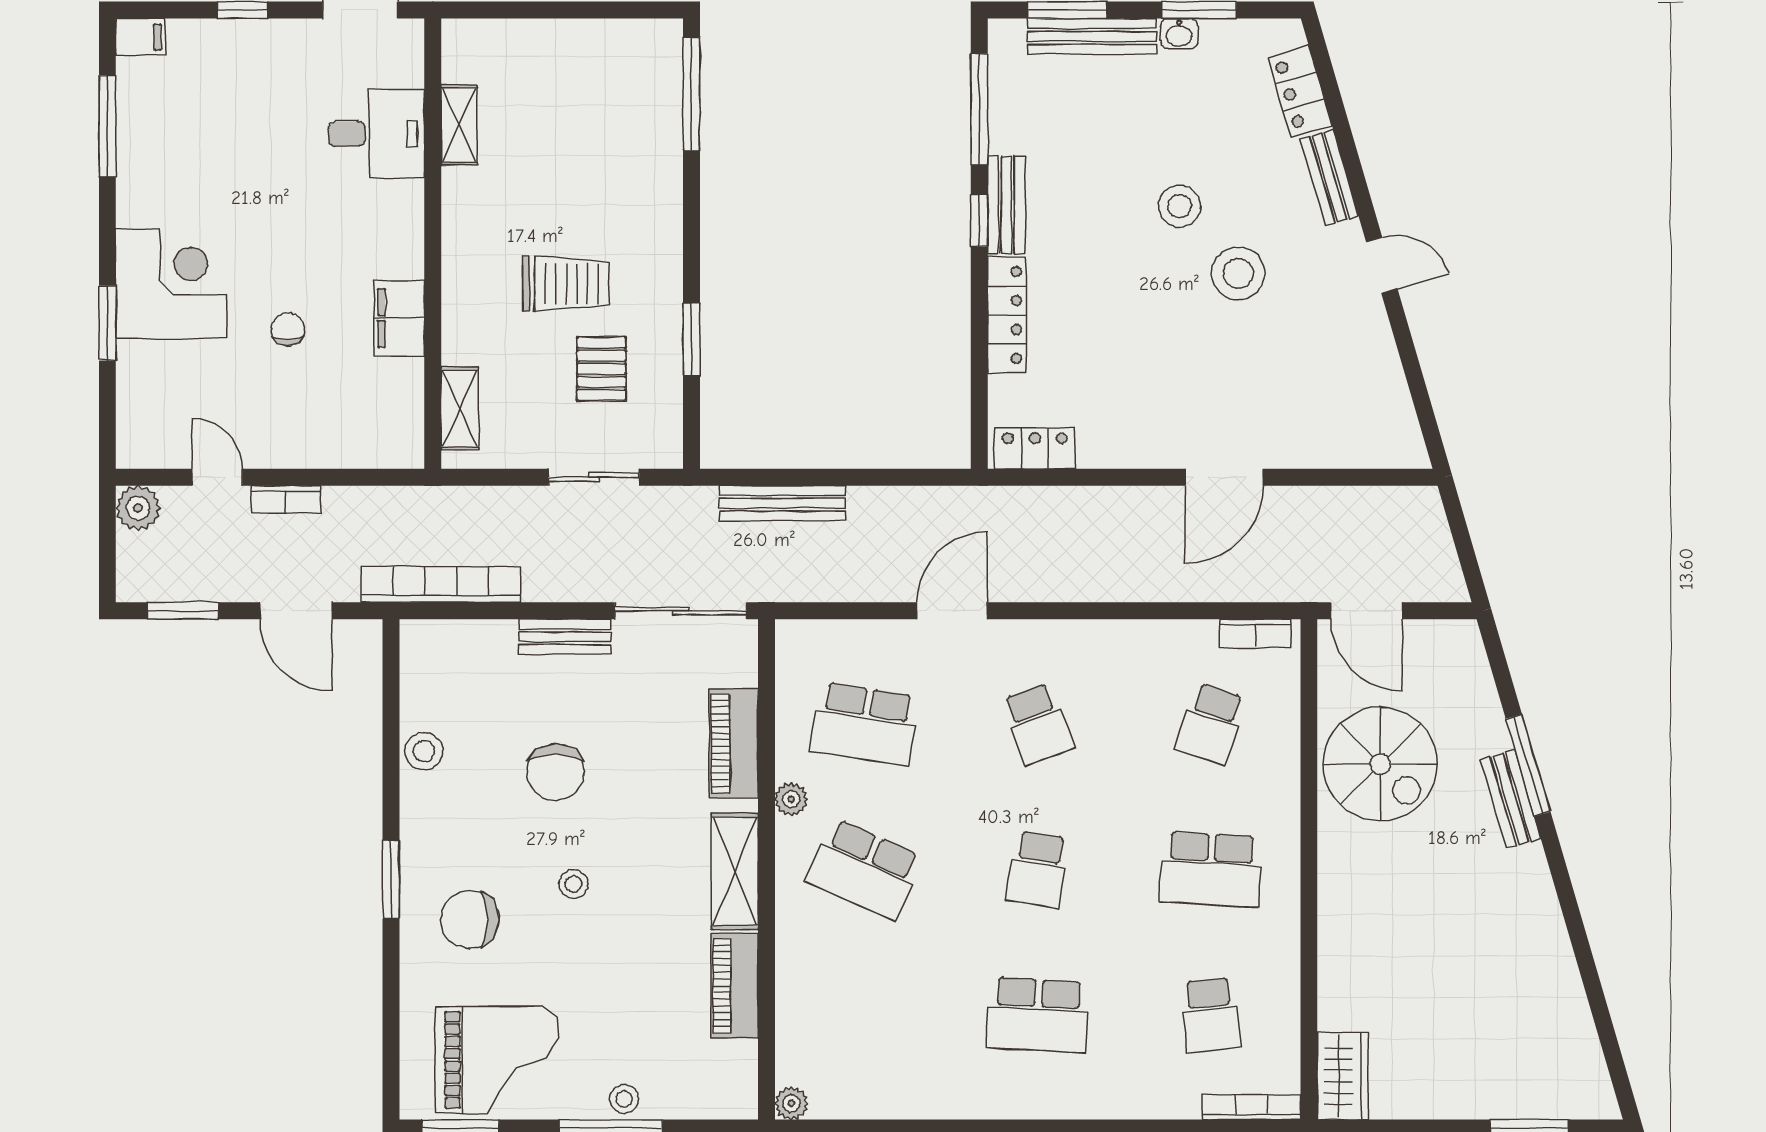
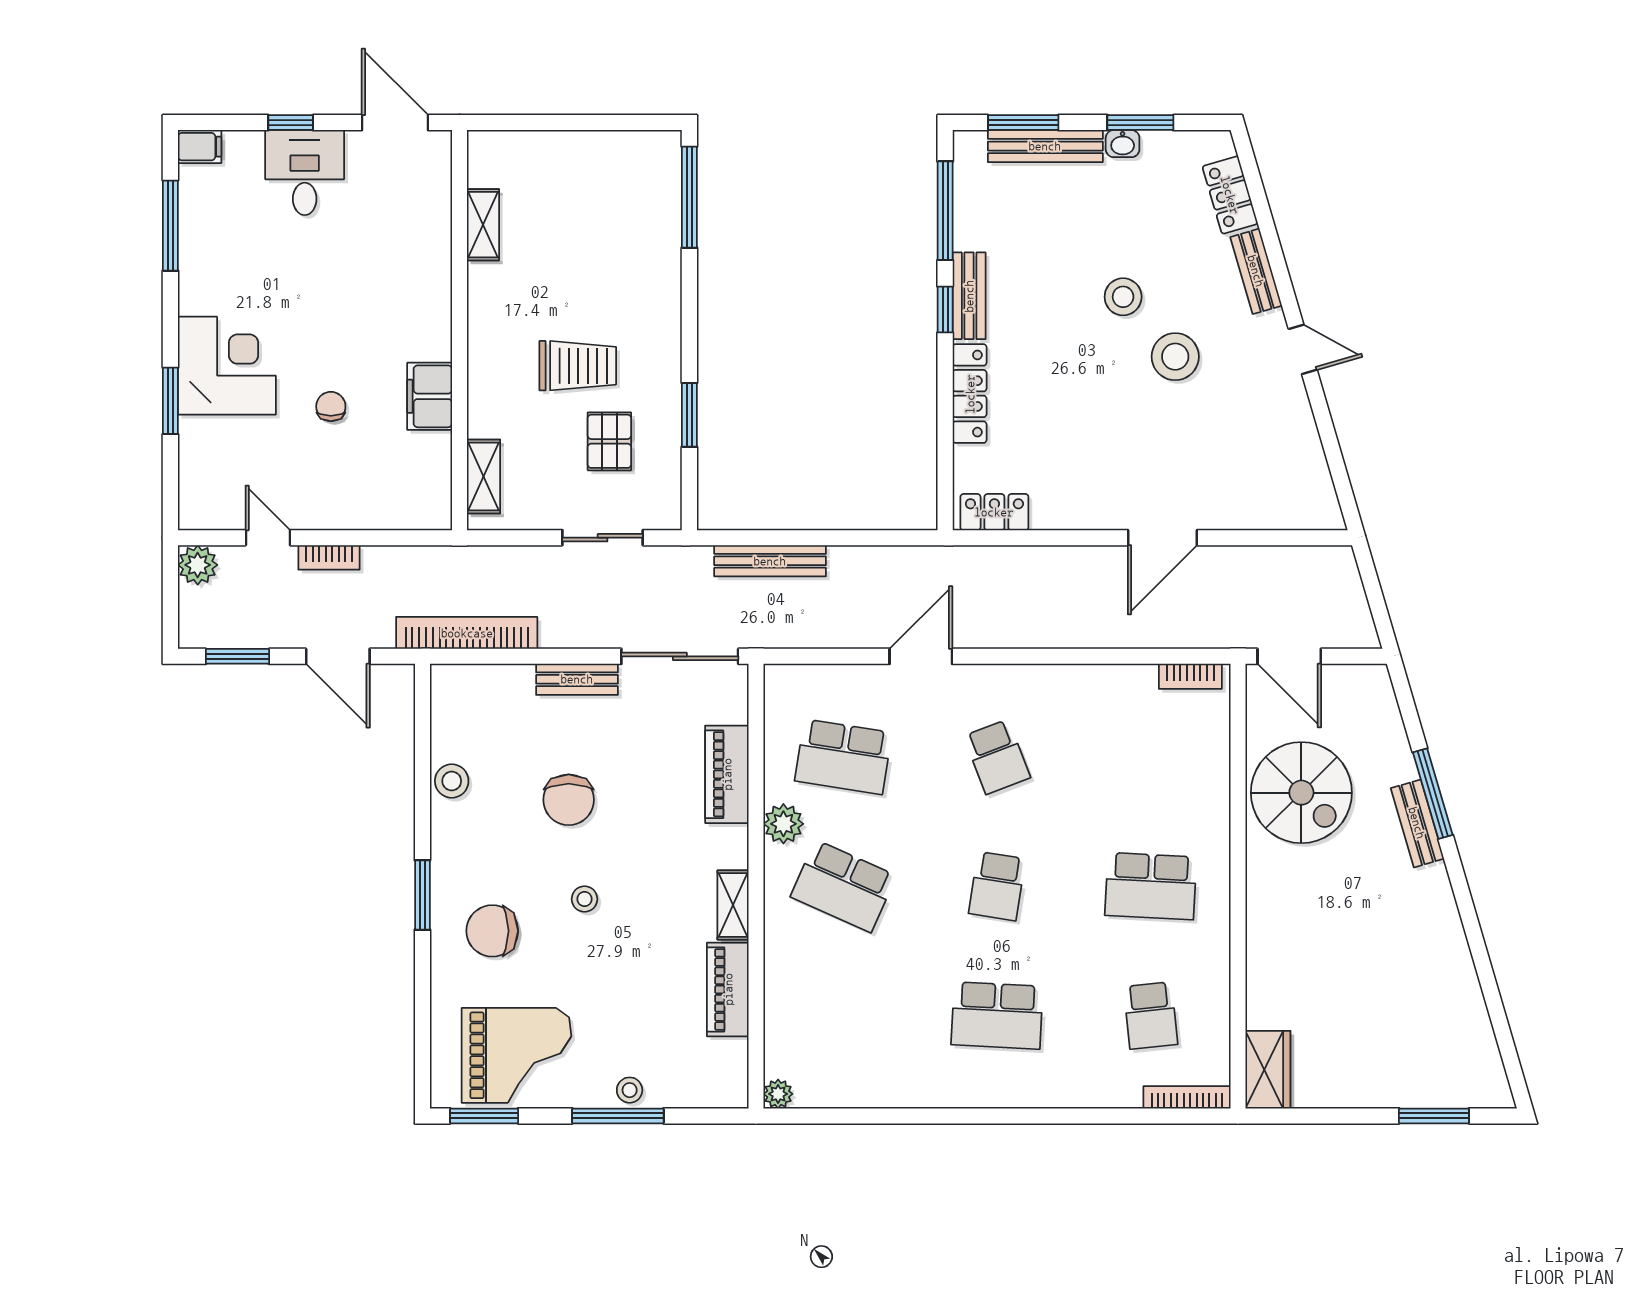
desk: (377, 134) -> (305, 173), moved, turned -90
school desk: (1211, 724) -> (1151, 757), removed
plant: (791, 799) -> (783, 824), width x1.38, depth x1.38
shelving: (735, 871) -> (733, 905), width x0.67, depth x0.75

